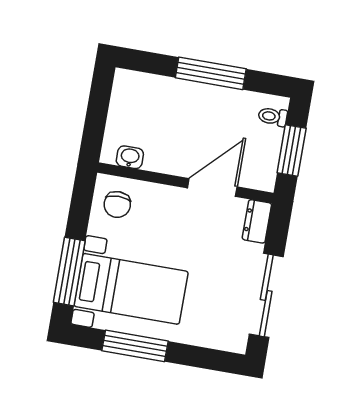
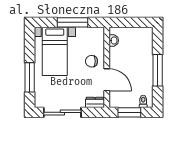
chair: (117, 204) -> (92, 61), moved
window: (69, 272) -> (73, 22), moved
window: (135, 346) -> (30, 77), moved

